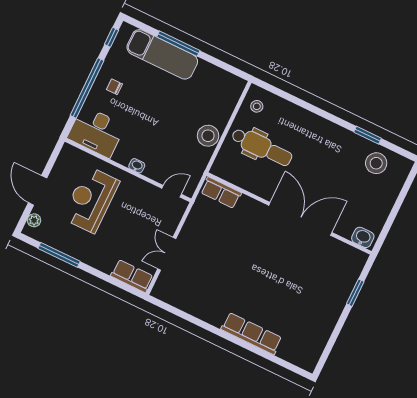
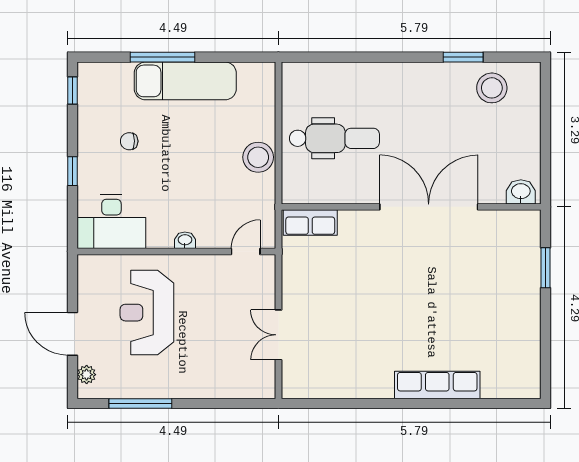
exam couch: (162, 54) -> (185, 81), moved
chair: (114, 87) -> (129, 141), moved
window: (87, 88) -> (72, 171), width x0.32
stool: (257, 106) -> (303, 89), removed
row of seats: (132, 276) -> (247, 385), removed

